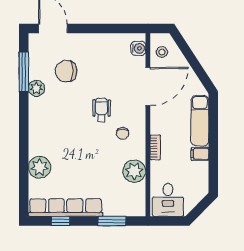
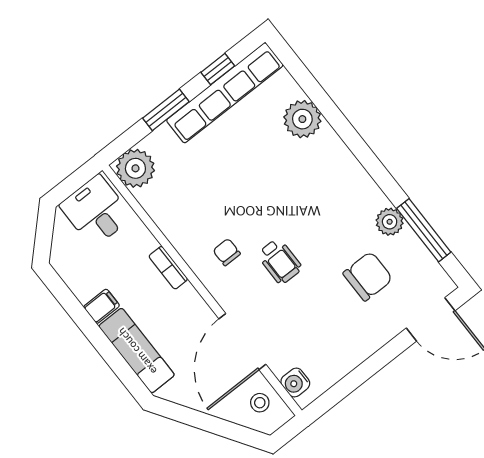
plant: (134, 171) -> (135, 168), moved
window: (112, 221) -> (166, 110), moved

